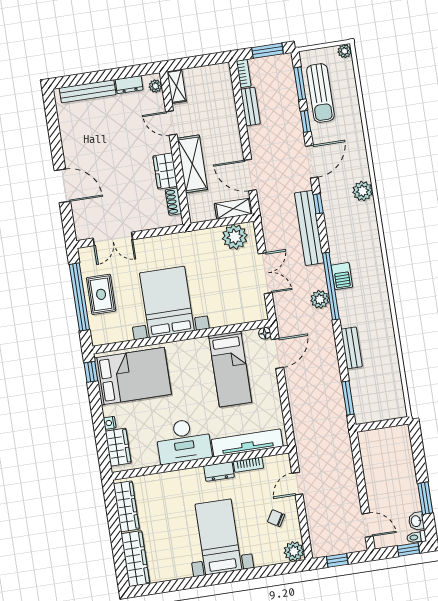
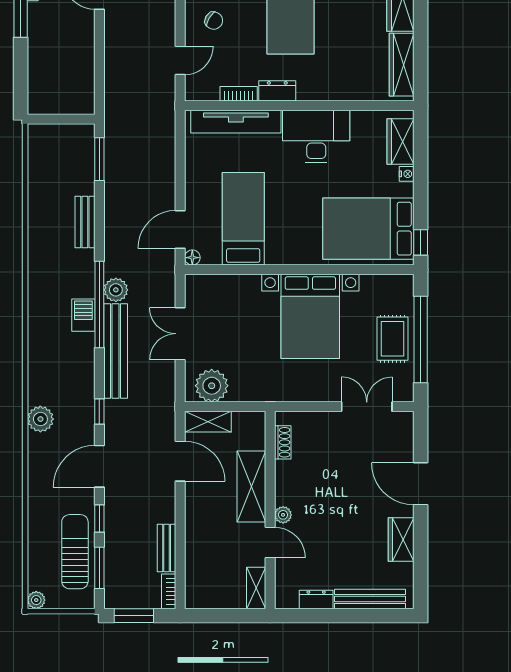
plant: (155, 86) -> (283, 515), moved
wardrobe: (165, 171) -> (401, 539), moved, turned 180
bench: (309, 228) -> (116, 351), moved

